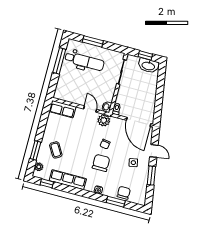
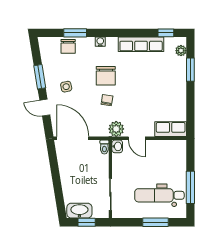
coffee table: (56, 150) -> (166, 77), removed

